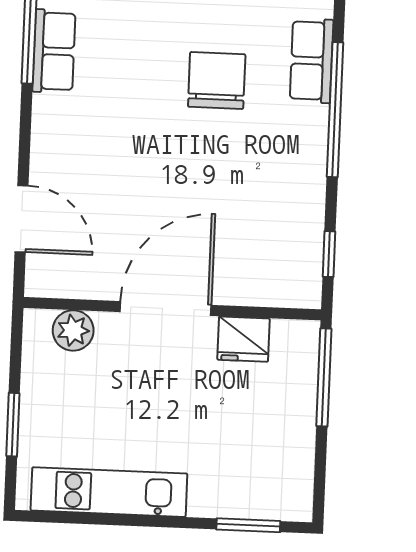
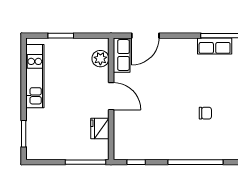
row of seats: (312, 61) -> (122, 55), moved, turned 90
chair: (217, 81) -> (205, 113), width x0.54, depth x0.54
door: (166, 308) -> (111, 96), width x0.73

